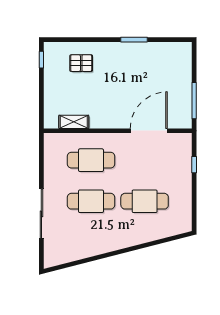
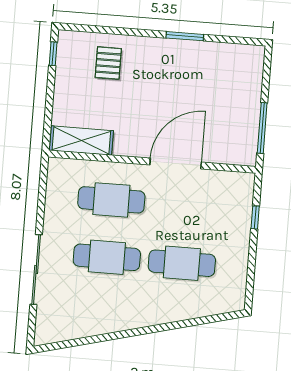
pallet: (81, 63) -> (108, 63), turned 90
shelving: (74, 122) -> (81, 141), width x1.50, depth x1.33
door: (149, 131) -> (176, 164), moved

